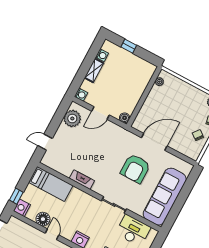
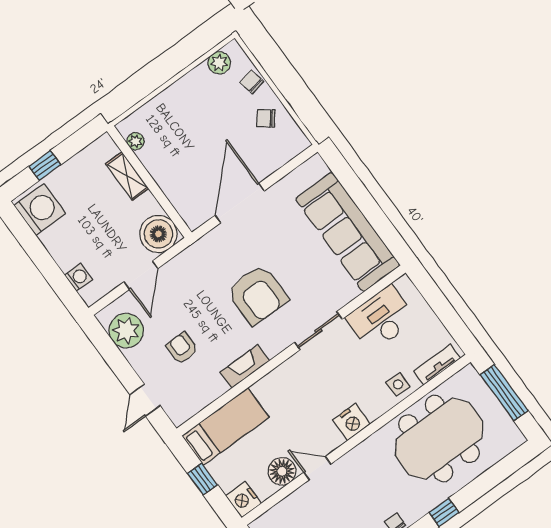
washing machine: (102, 55) -> (40, 209), width x1.89, depth x1.89
shelving: (94, 70) -> (127, 176), moved
washing machine: (81, 95) -> (78, 277), moved
boiler: (125, 118) -> (158, 234), width x1.86, depth x1.86
armchair: (77, 147) -> (182, 348), added
armchair: (135, 169) -> (257, 295), moved
window: (16, 196) -> (202, 479), moved

